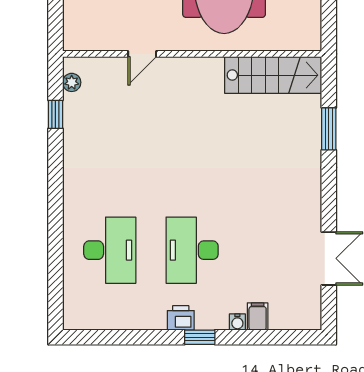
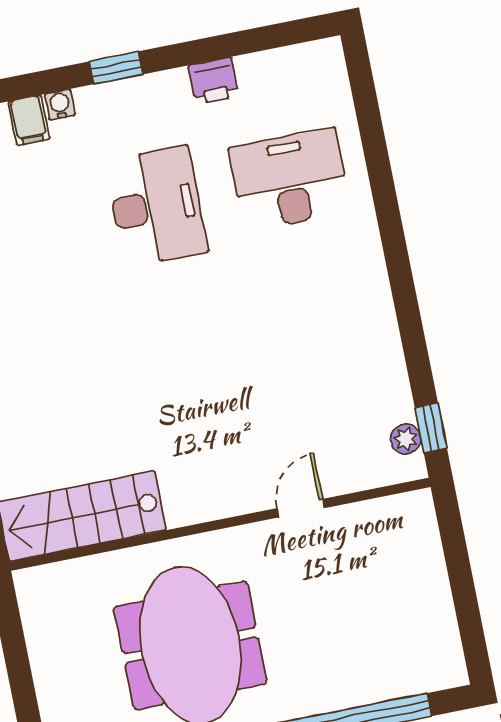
window: (55, 114) -> (431, 428), moved
desk: (110, 250) -> (290, 180), turned 90
printer: (181, 318) -> (214, 81), moved

